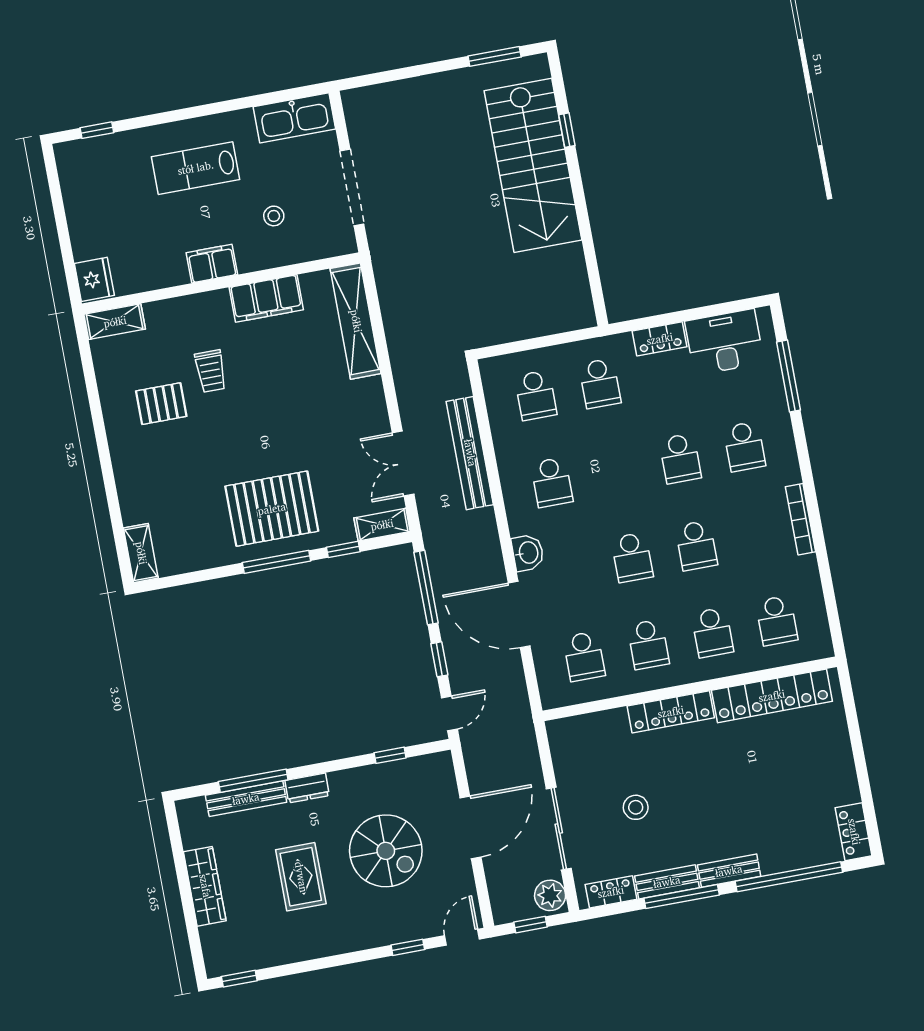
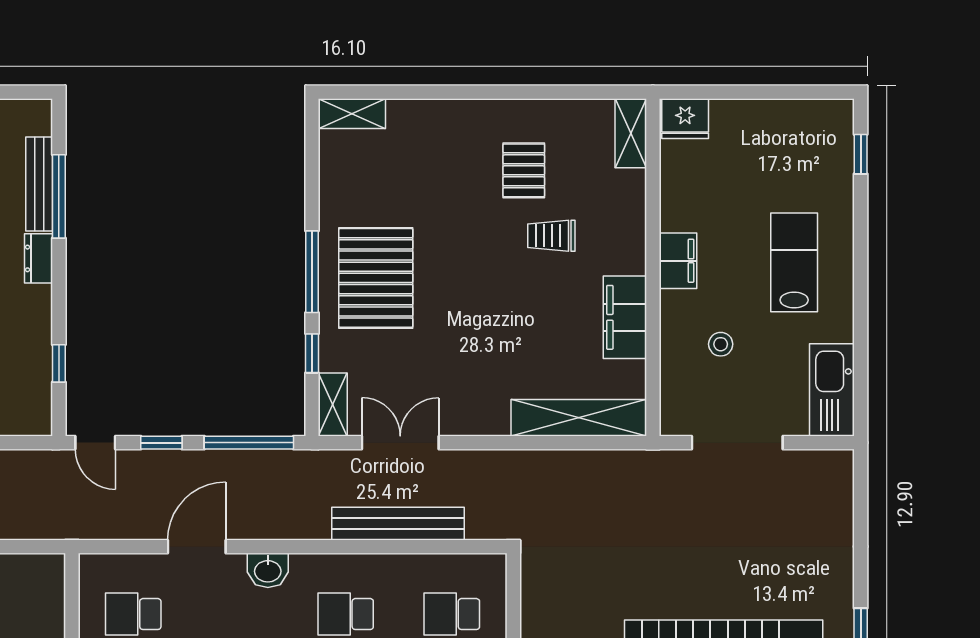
door: (519, 615) -> (197, 547), width x0.73

